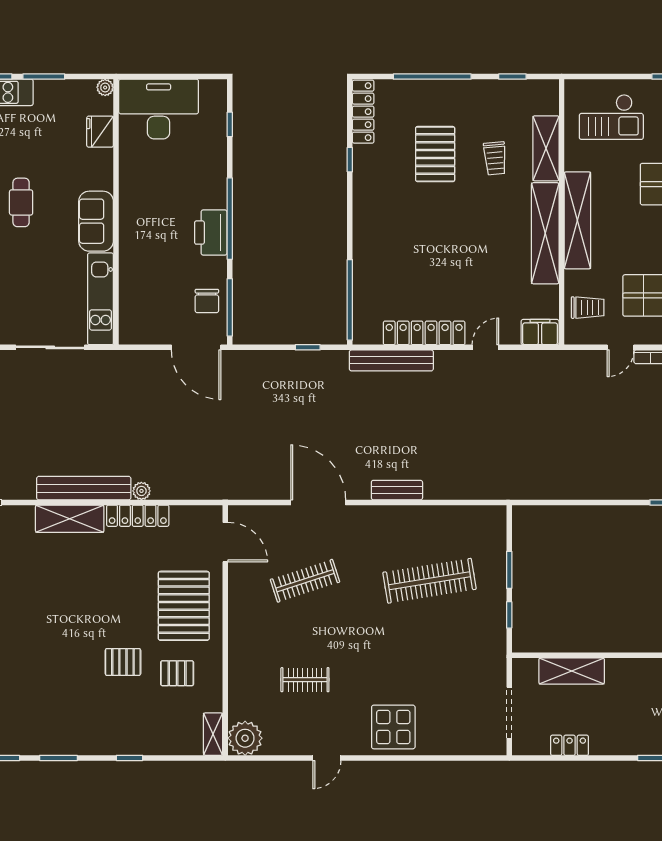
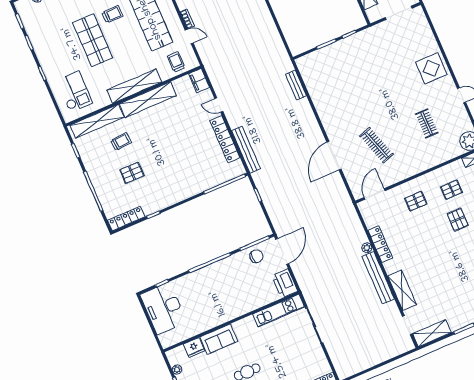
plant: (105, 87) -> (177, 370), moved
desk: (159, 109) -> (163, 308), moved
shelving: (546, 148) -> (97, 121), width x1.47
pallet: (435, 154) -> (132, 173), width x0.67, depth x0.71
sofa: (96, 221) -> (219, 339), moved
printer: (211, 233) -> (285, 283), moved, turned 90
bench: (397, 490) -> (296, 85), moved
shelving: (70, 519) -> (402, 290), moved
clothes rail: (430, 581) -> (349, 82), removed
pallet: (184, 606) -> (416, 201), width x0.49, depth x0.50
pallet: (177, 673) -> (451, 190), turned 90

